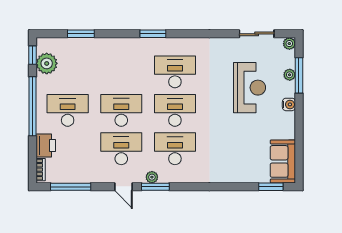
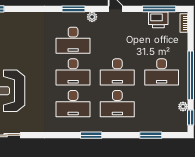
plant: (47, 63) -> (183, 107), width x0.53, depth x0.53
printer: (46, 145) -> (158, 20), moved, turned -90
desk: (121, 149) -> (117, 104), moved
window: (155, 187) -> (73, 9), moved

